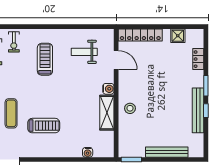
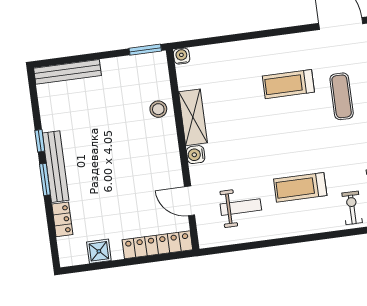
treadmill: (45, 59) -> (300, 187), turned 90
stool: (130, 108) -> (158, 109), moved
bench: (198, 110) -> (56, 167), moved
water cooler: (88, 152) -> (182, 56), moved
bench: (167, 152) -> (67, 72), moved

